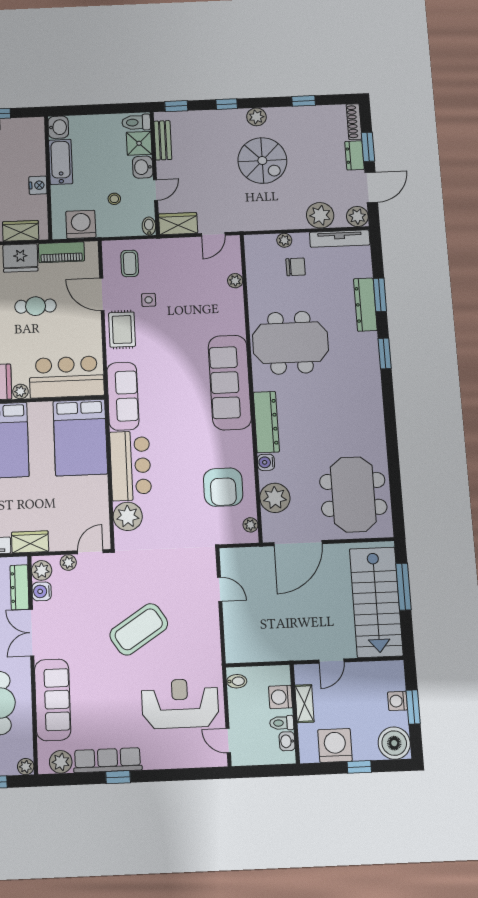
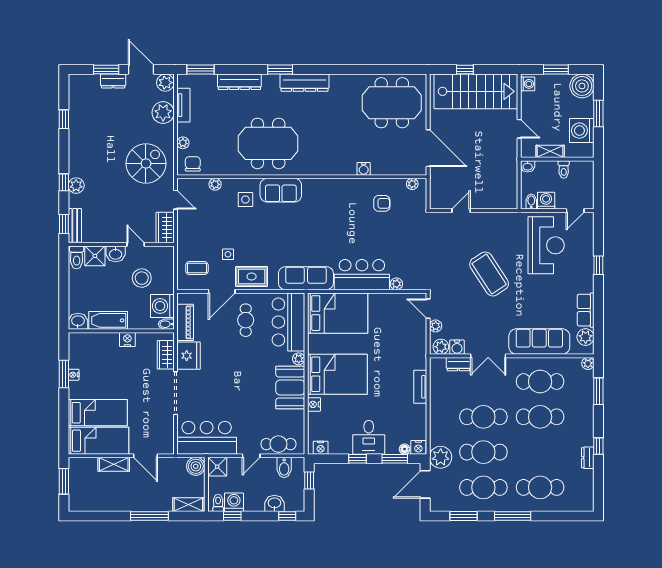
plant: (256, 117) -> (76, 186), moved
shoe rack: (354, 122) -> (84, 79), removed
bench: (163, 140) -> (75, 225), moved, turned 90
spiral stairs: (262, 161) -> (146, 163), moved
stool: (114, 199) -> (142, 278), width x1.89, depth x1.89
bidet: (149, 226) -> (166, 324), moved
tv unit: (340, 239) -> (183, 105), width x0.71
chair: (296, 267) -> (193, 164), moved
window: (380, 295) -> (201, 70), moved
cafe table: (36, 306) -> (246, 320), moved
side table: (218, 318) -> (245, 200), added
meeting table: (290, 343) -> (268, 143), turned 90
sofa: (230, 382) -> (281, 190), width x0.54, depth x0.79
dresser: (266, 422) -> (304, 83), moved, turned 180
armchair: (223, 487) -> (382, 203), width x0.53, depth x0.53
plant: (275, 498) -> (392, 164), removed
plant: (128, 516) -> (396, 284), width x0.53, depth x0.53
wardrobe: (30, 542) -> (418, 355), removed
dresser: (20, 587) -> (458, 364), width x0.70
window: (403, 587) -> (465, 70), width x0.46
washing machine: (281, 697) -> (546, 201), moved, turned 180
washing machine: (398, 701) -> (528, 84), moved, turned -90
reception desk: (180, 703) -> (546, 245), turned 180
washbasin: (287, 741) -> (528, 166), moved
row of seats: (108, 760) -> (586, 310), width x0.68
window: (359, 767) -> (598, 114), width x1.50
window: (118, 777) -> (598, 265), moved

